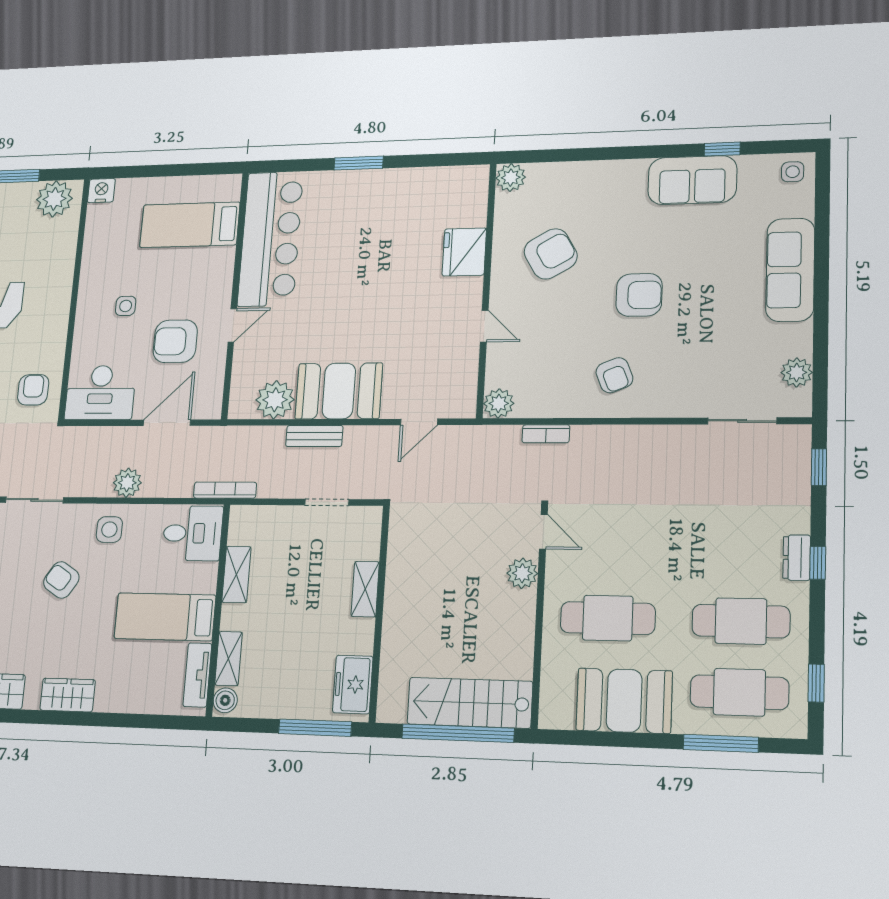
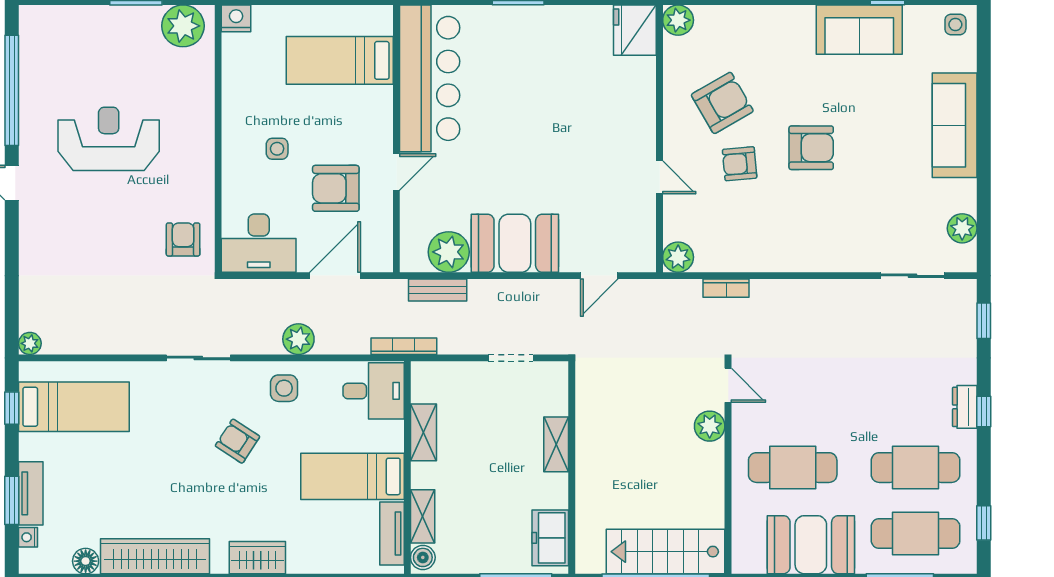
fridge: (464, 252) -> (635, 30), moved
armchair: (614, 375) -> (740, 164), moved, turned 107
bench: (314, 436) -> (438, 290), moved

